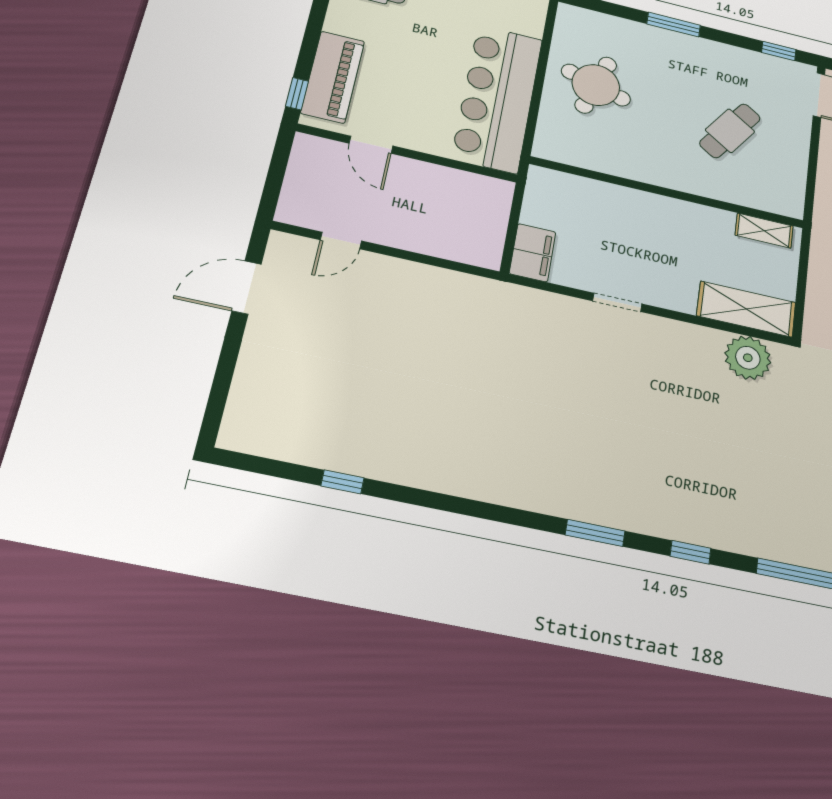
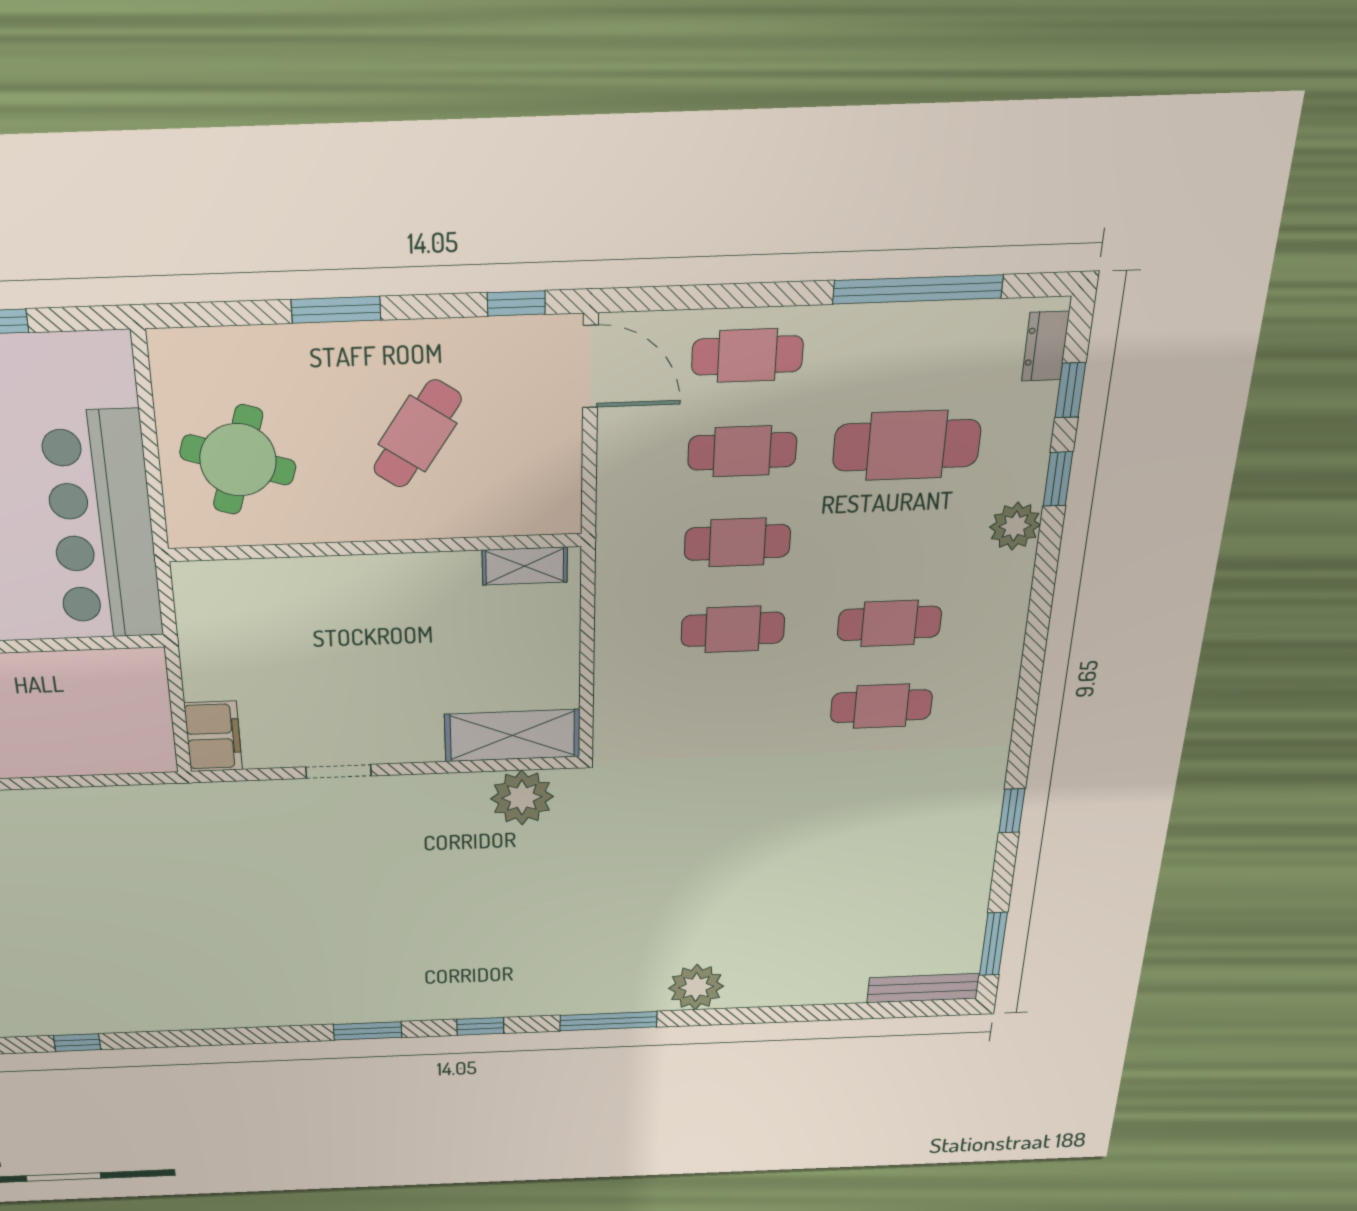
cafe table: (730, 131) -> (417, 434), moved
wall: (668, 193) -> (375, 548), moved
shelving: (764, 231) -> (525, 566), moved

